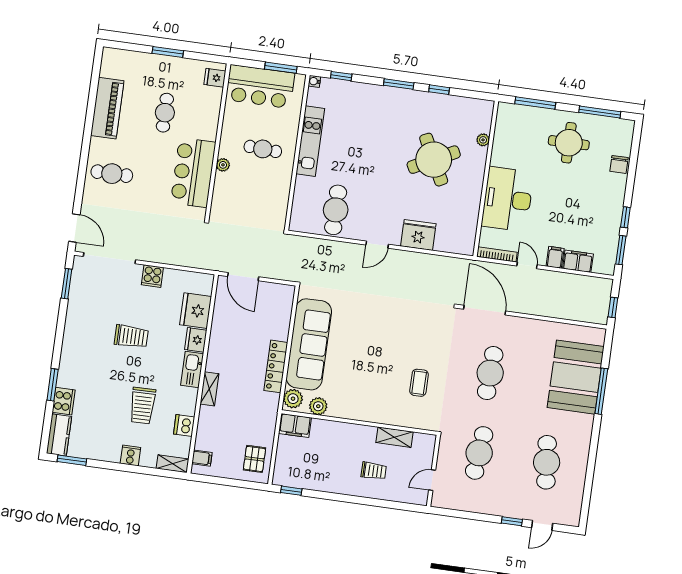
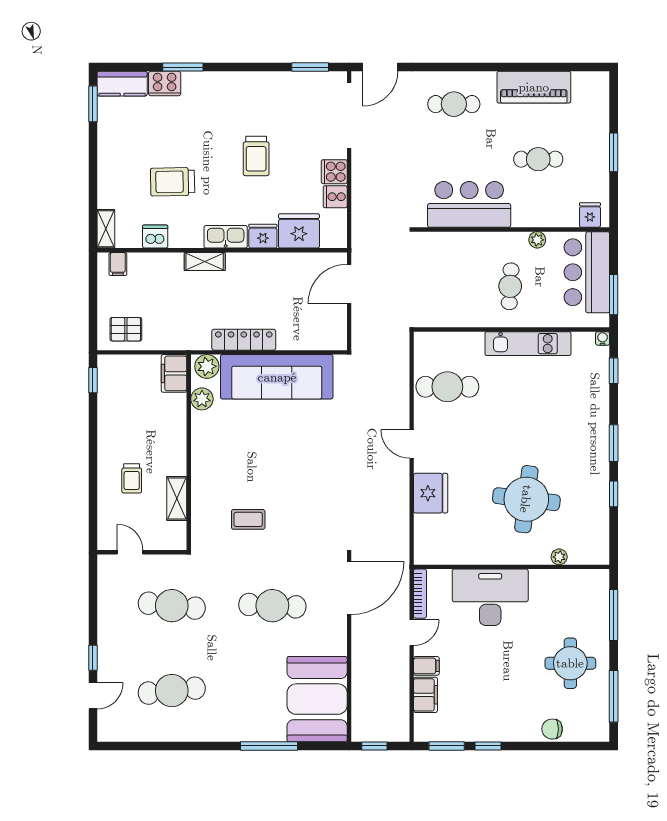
round table: (434, 160) -> (526, 499), turned 34
plant: (223, 165) -> (537, 240), moved
cafe table: (112, 174) -> (454, 104), turned 90
booth: (576, 377) -> (317, 699), moved, turned 90
cooker: (130, 455) -> (335, 197), moved, turned 180
door: (542, 525) -> (93, 696), swing flipped

